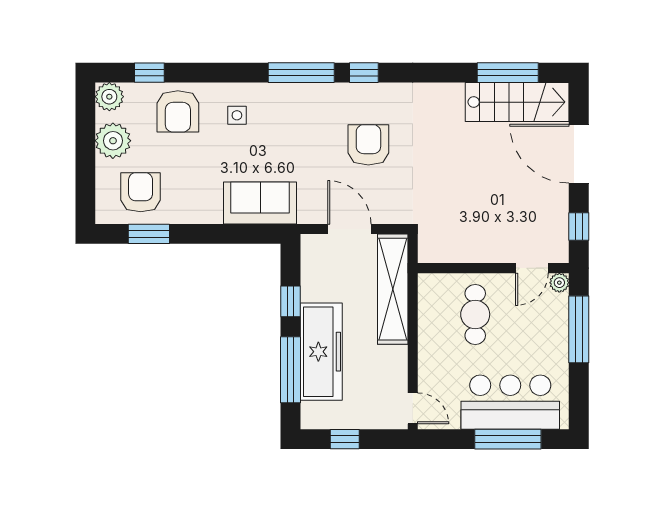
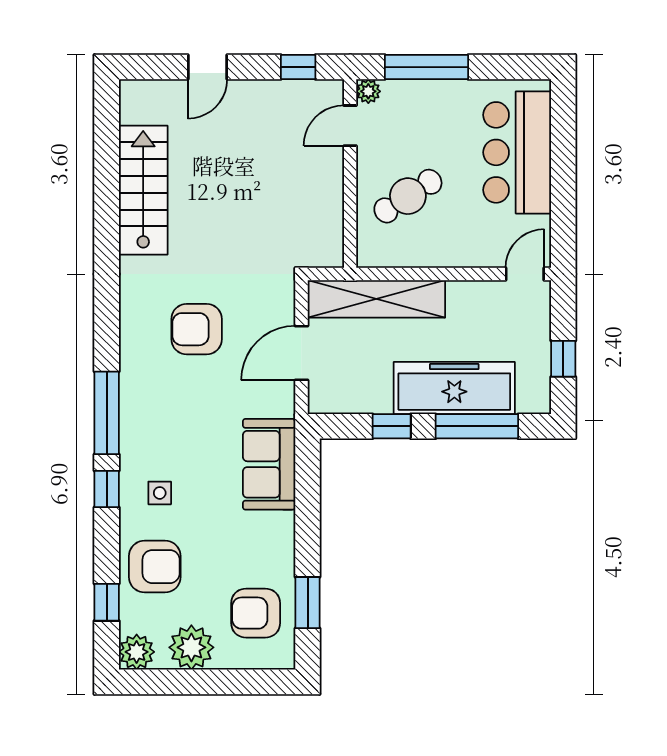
window: (364, 73) -> (107, 489), moved
window: (508, 73) -> (107, 156), removed
stairs: (517, 102) -> (143, 190), moved
door: (579, 154) -> (208, 67), width x0.53
door: (532, 268) -> (350, 126), swing flipped
cafe table: (475, 314) -> (408, 196), turned -33
window: (508, 439) -> (563, 155), removed

